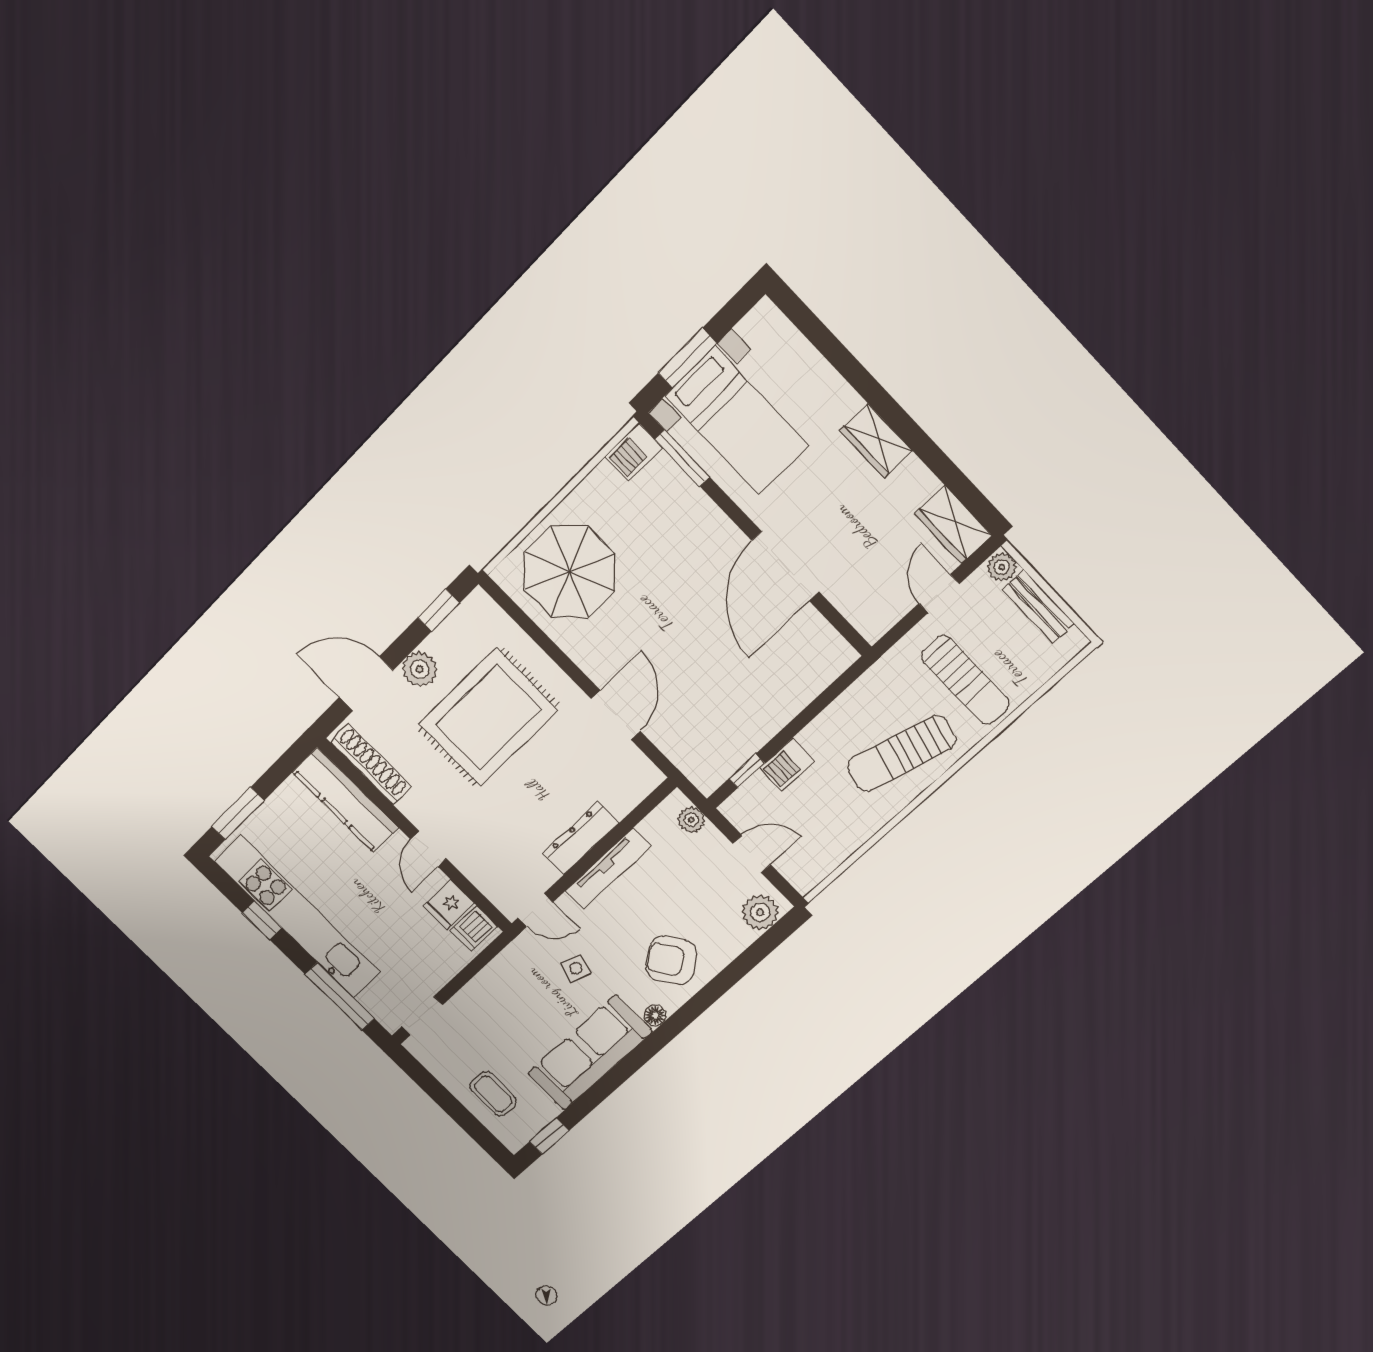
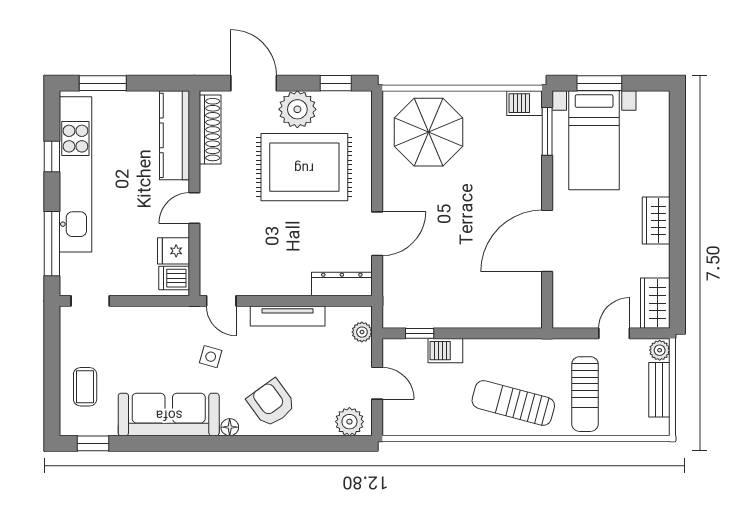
plant: (420, 669) -> (297, 109), width x1.36, depth x1.36
dresser: (581, 838) -> (342, 284), moved

